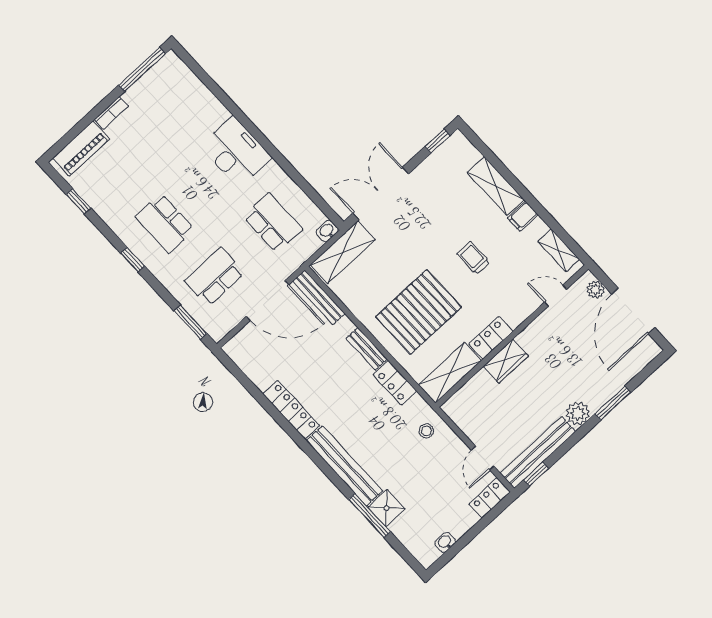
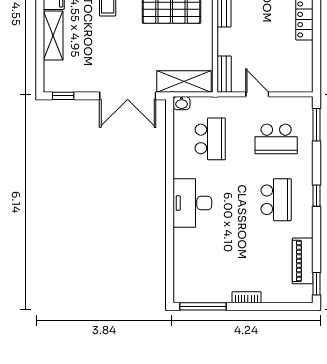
piano: (81, 149) -> (303, 261), moved, turned -90
window: (79, 201) -> (317, 284), moved
school desk: (273, 223) -> (210, 139), turned 180
bench: (319, 297) -> (224, 74), width x0.73
door: (268, 301) -> (257, 94), width x0.53

